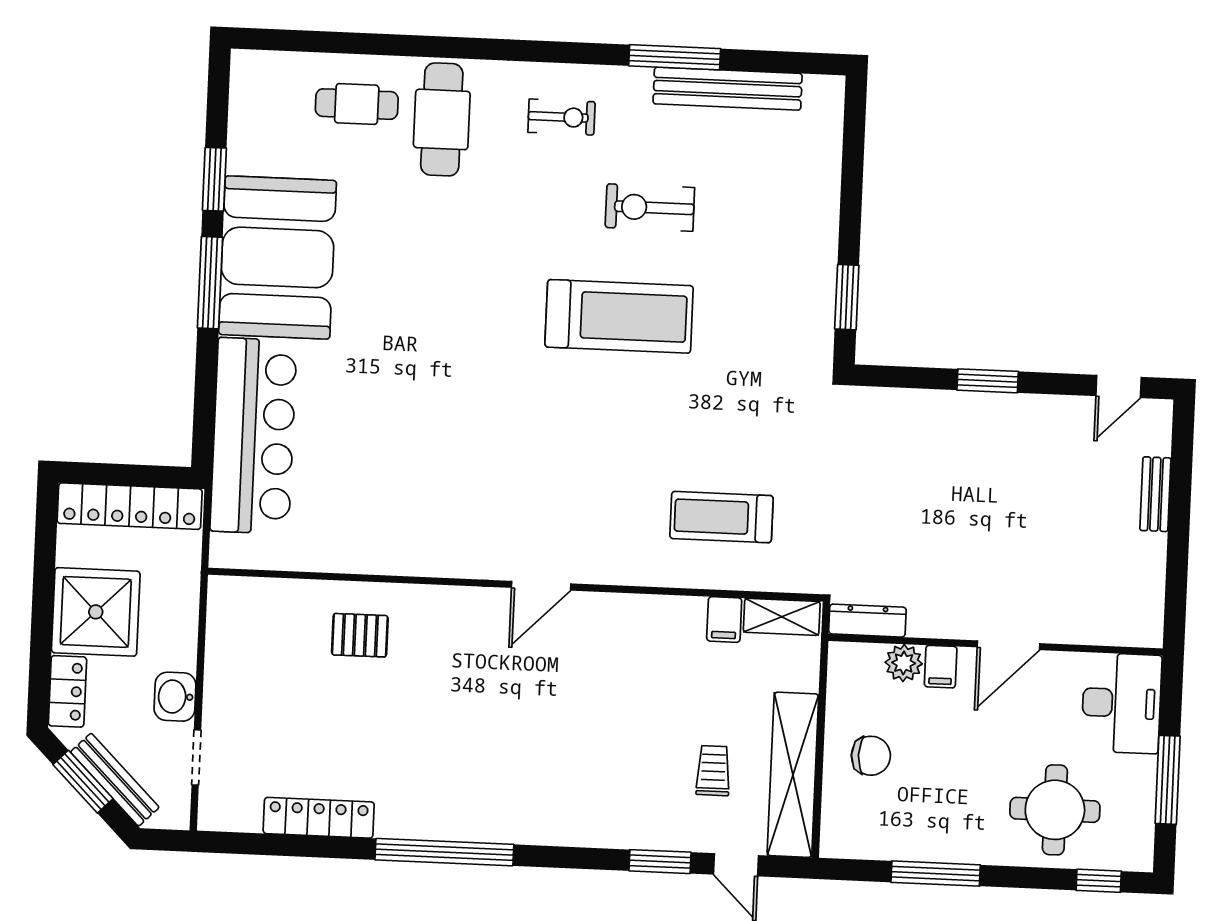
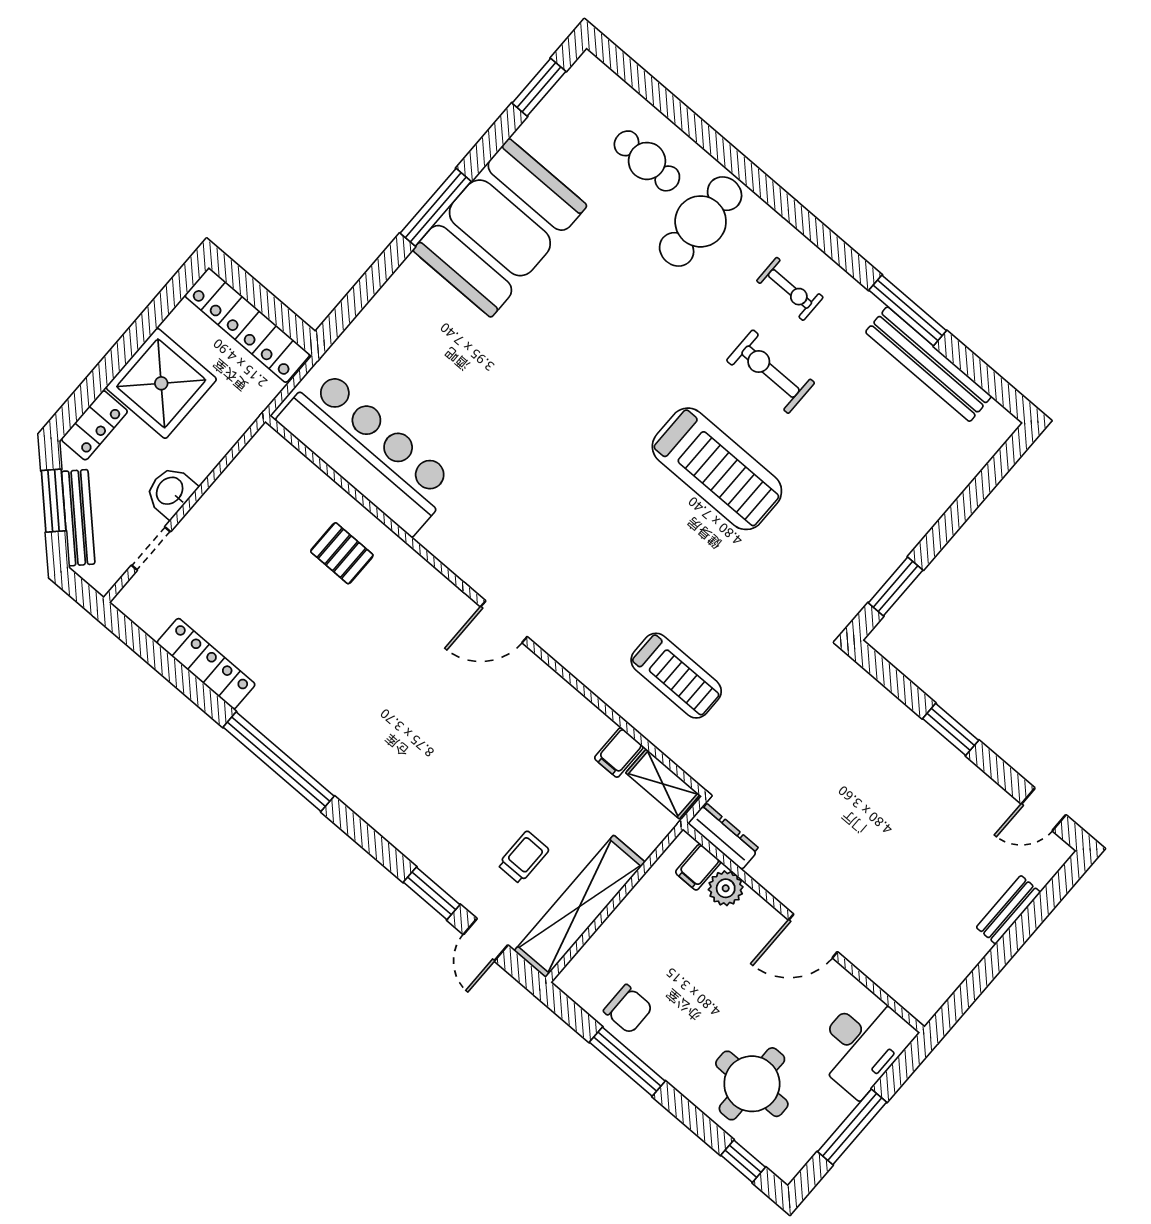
window: (214, 179) -> (539, 87), moved
exercise bike: (650, 208) -> (771, 372), moved
bar counter: (253, 436) -> (367, 451), moved, turned -90
treadmill: (721, 517) -> (676, 676), turned 180
filing cabinet: (941, 667) -> (698, 867), moved
chair: (871, 756) -> (628, 1009), moved

